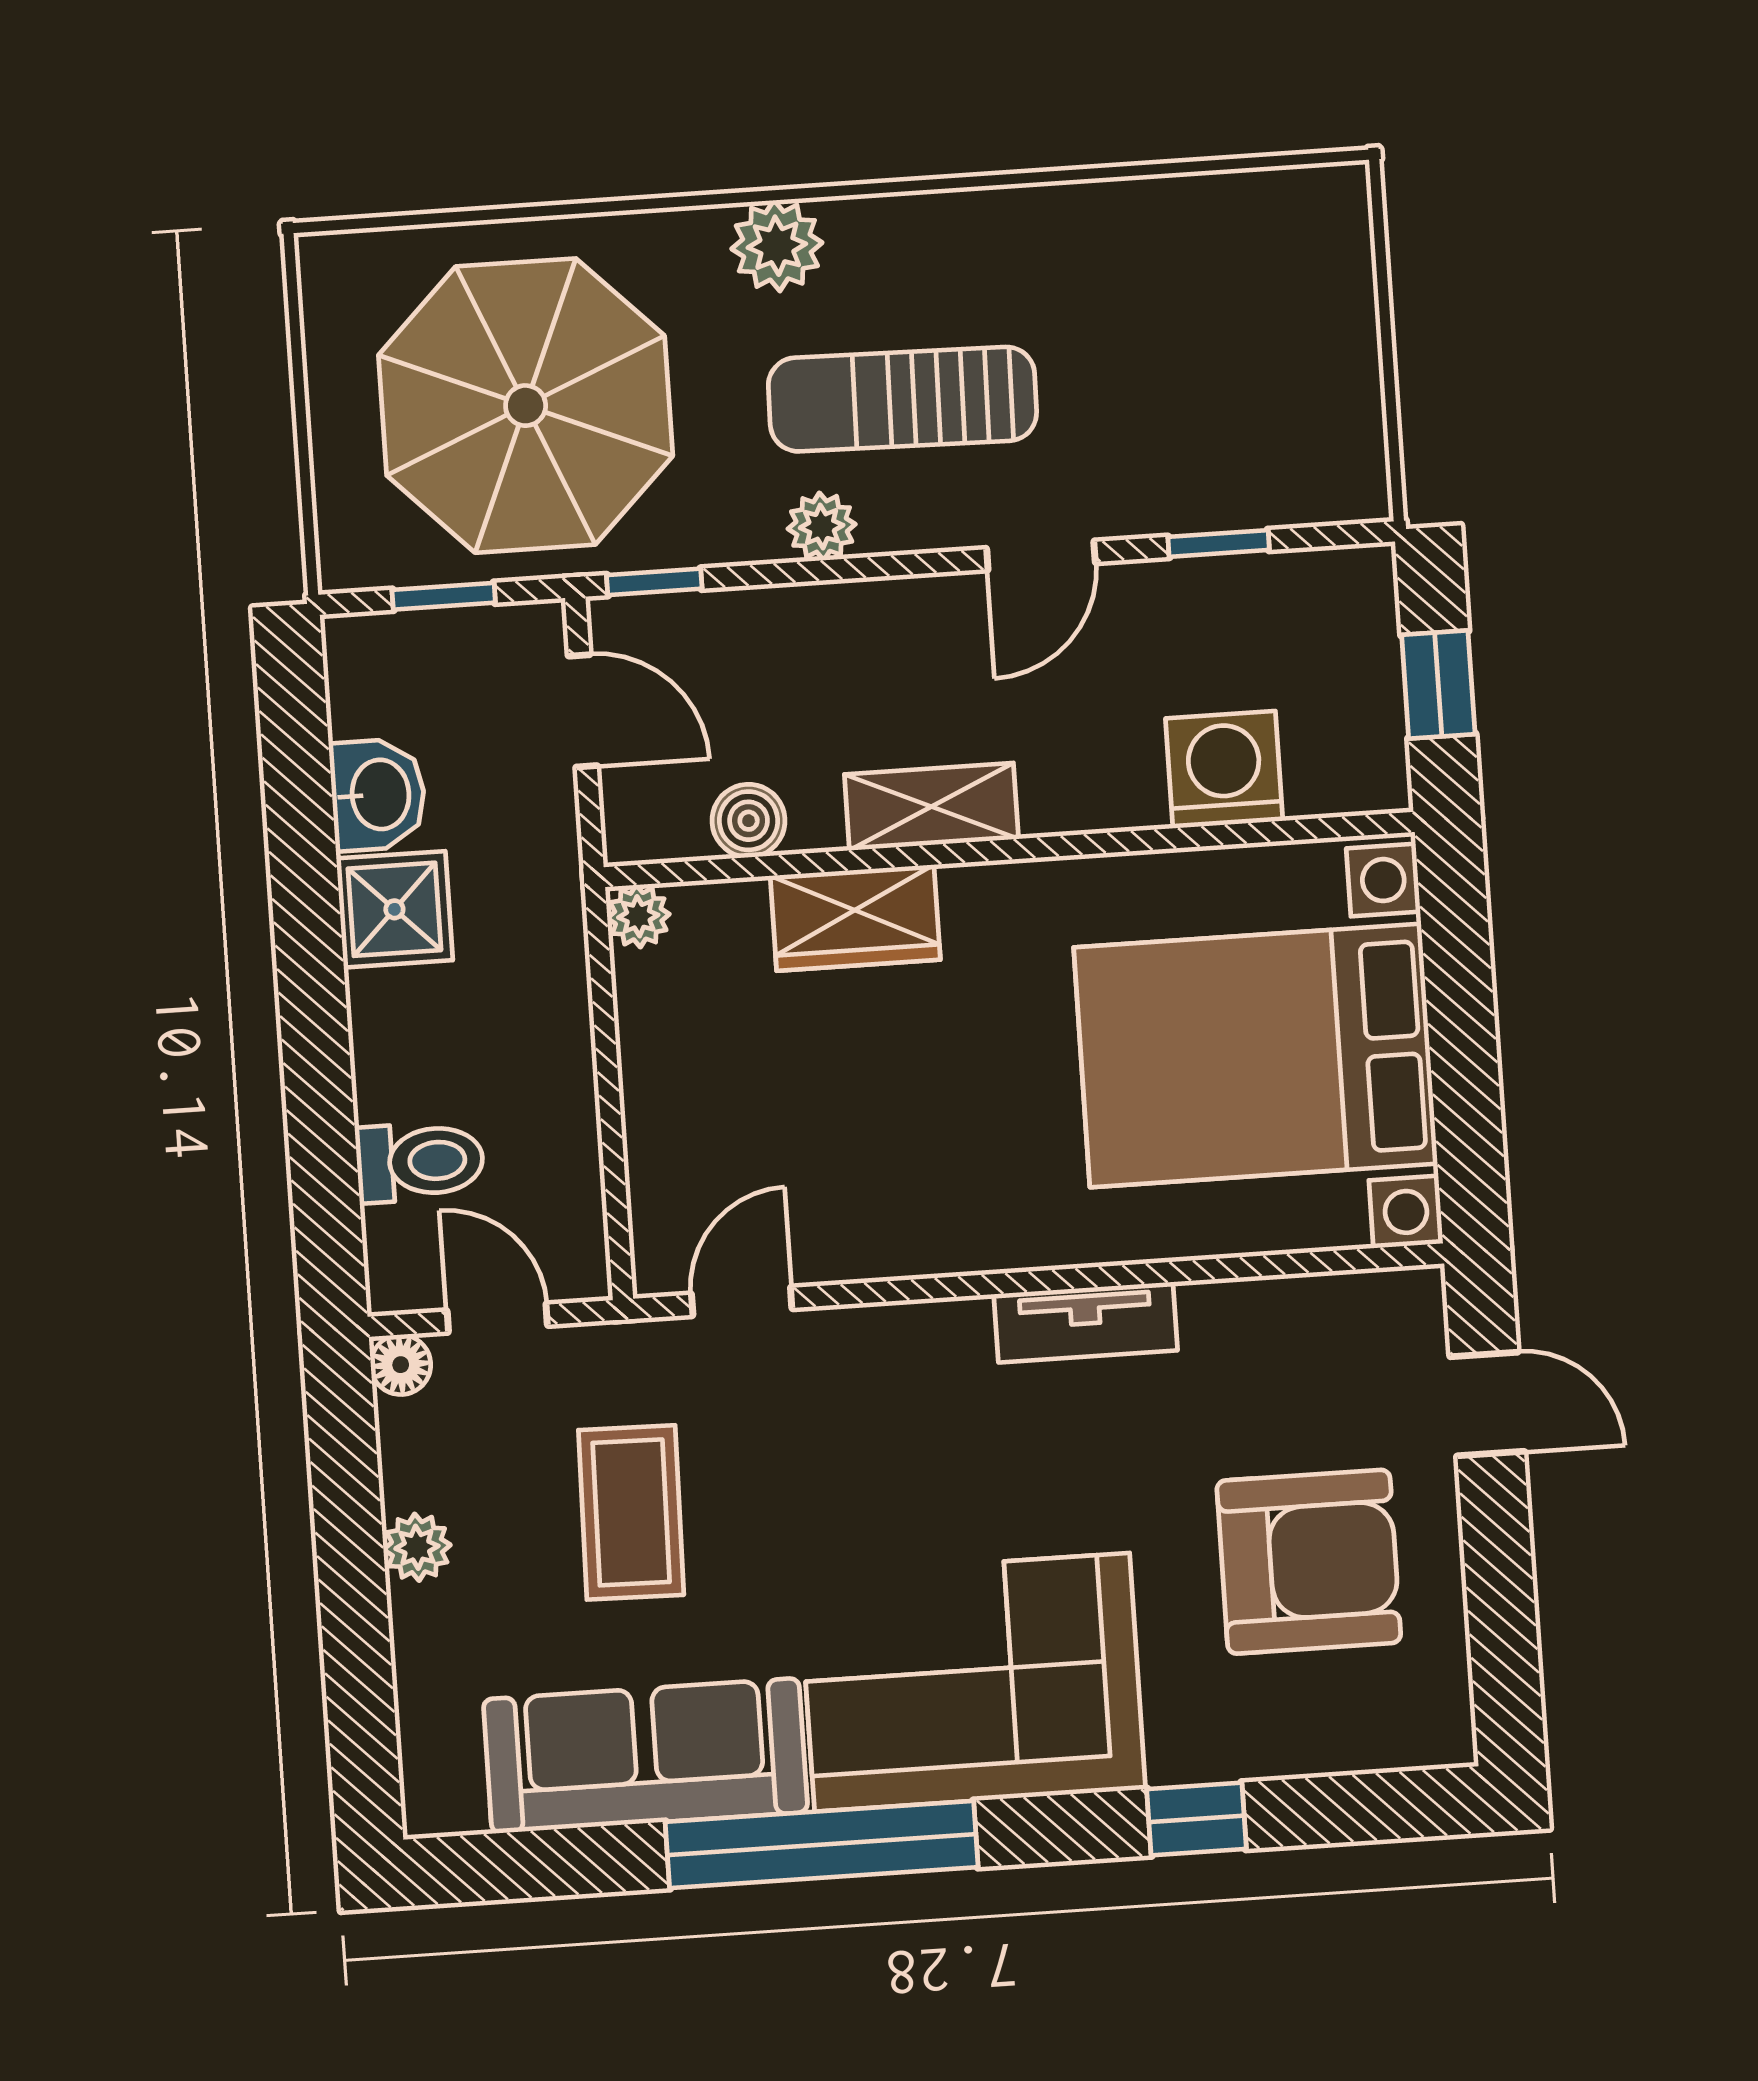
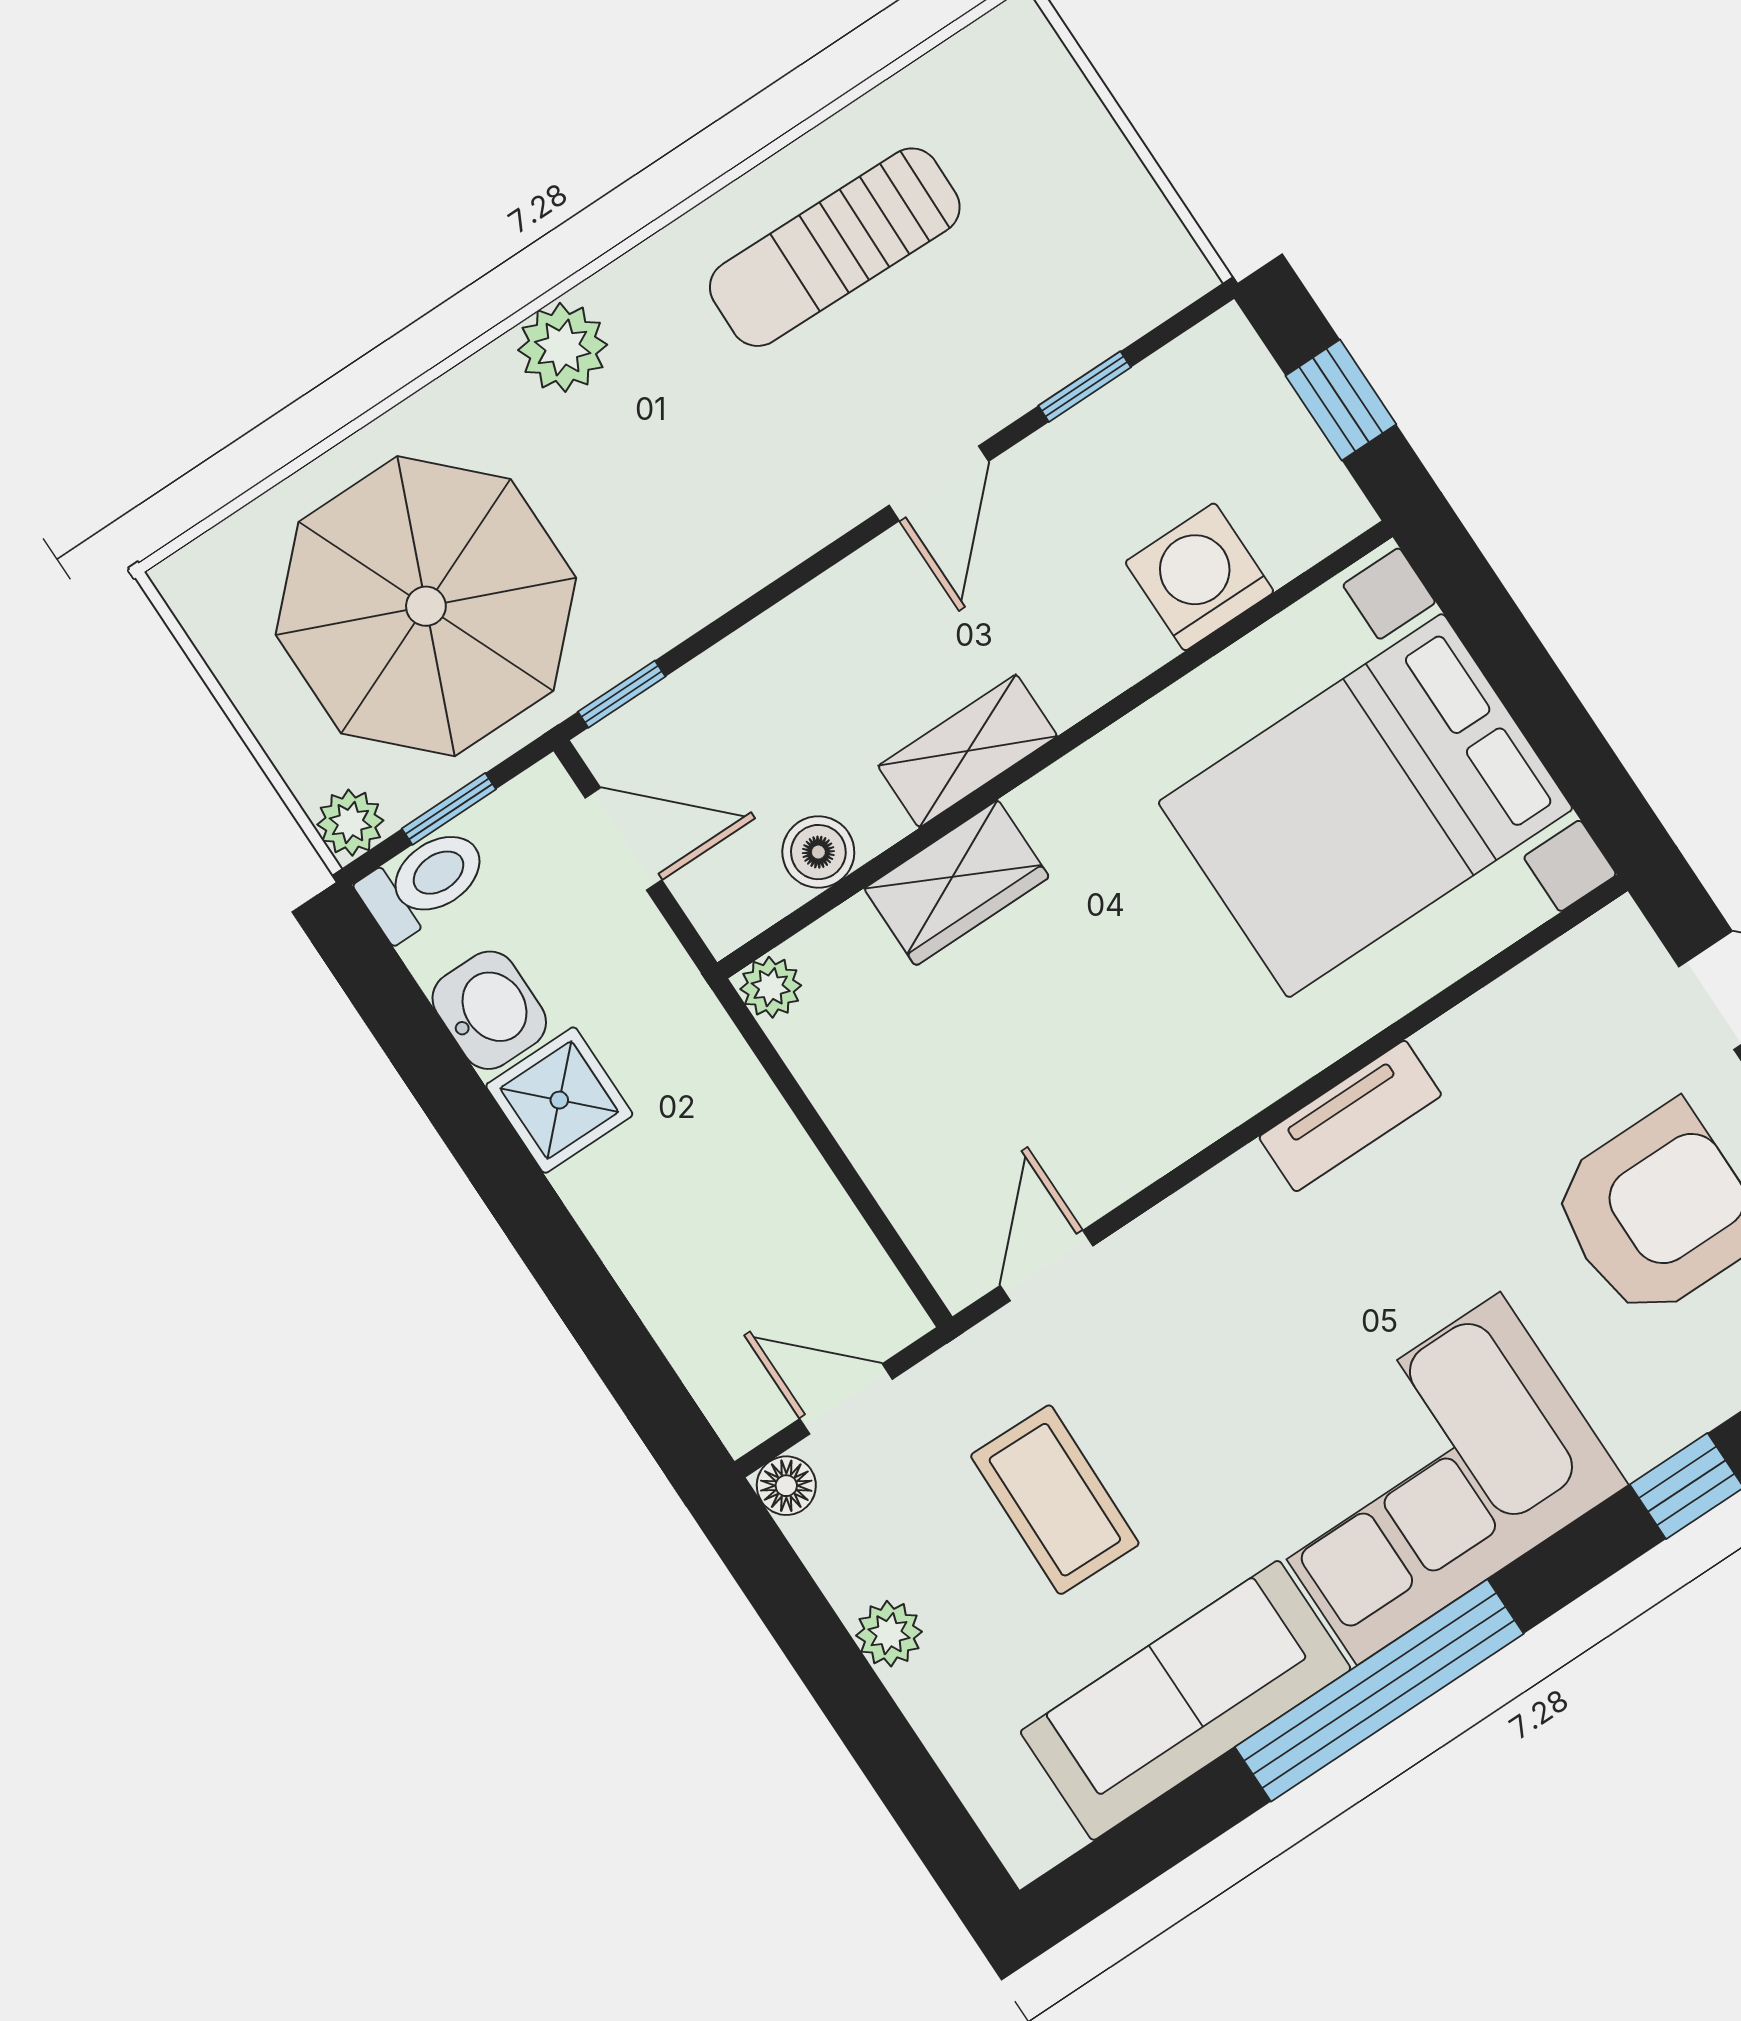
sun lounger: (902, 399) -> (835, 247), moved
plant: (822, 527) -> (350, 823), moved
toilet: (420, 1162) -> (424, 882), moved

